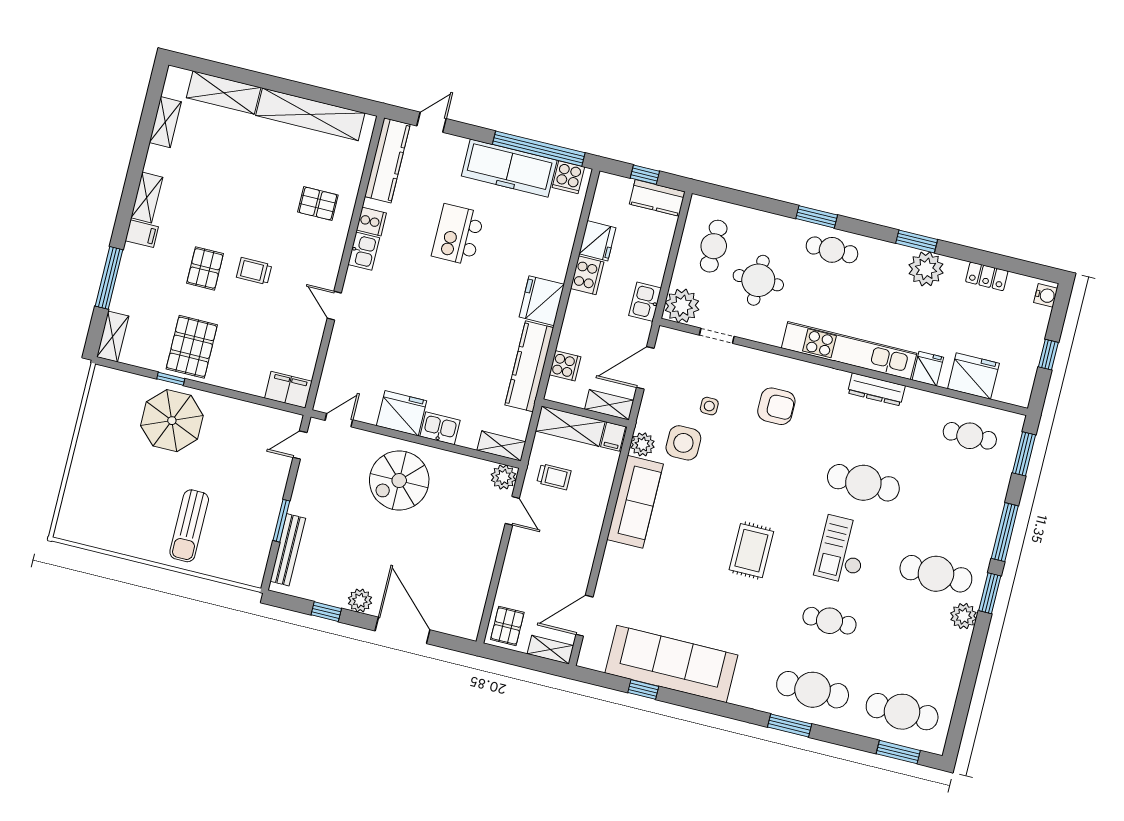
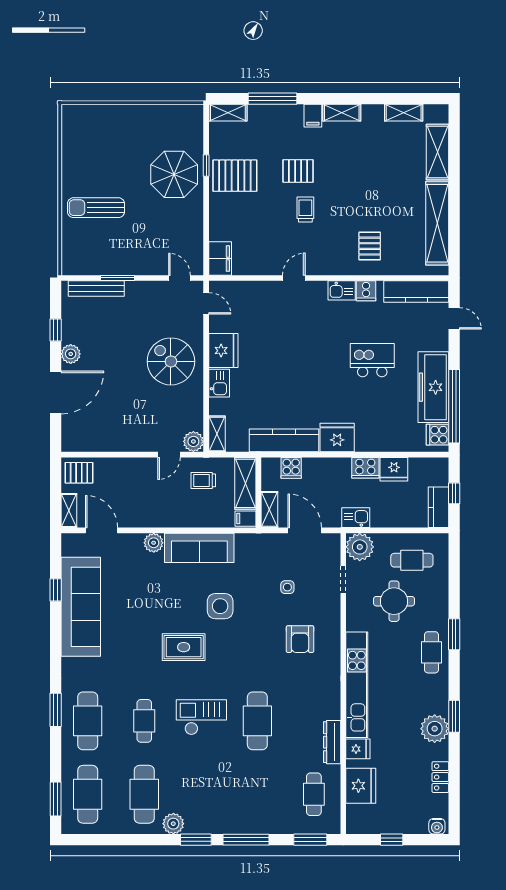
dresser: (876, 389) -> (332, 742), moved
side table: (683, 443) -> (220, 606), moved
plant: (642, 444) -> (154, 543), moved
trolley: (554, 477) -> (203, 480), turned 90
cafe table: (936, 574) -> (144, 794), moved

